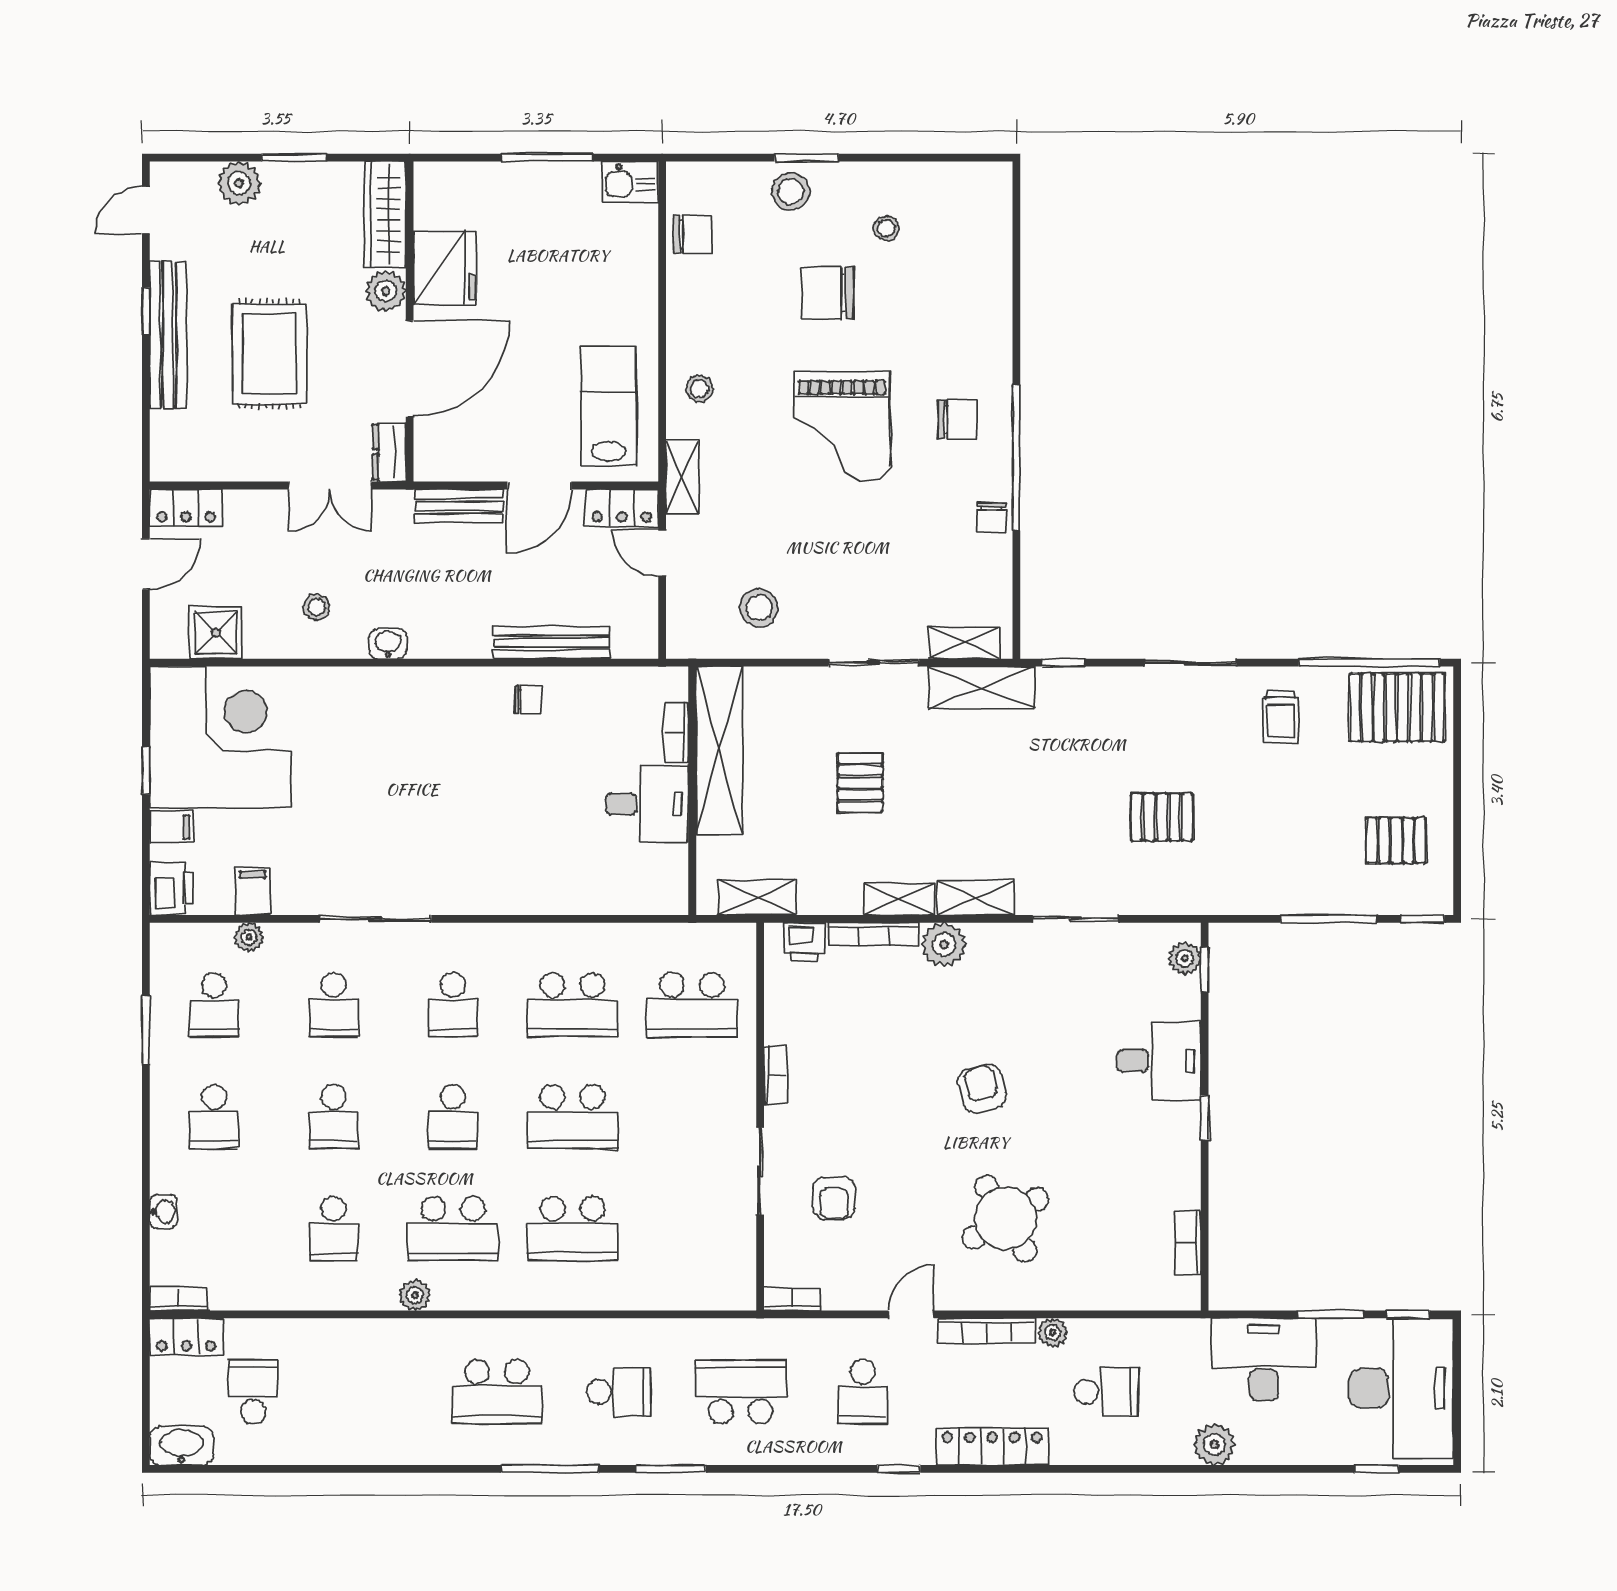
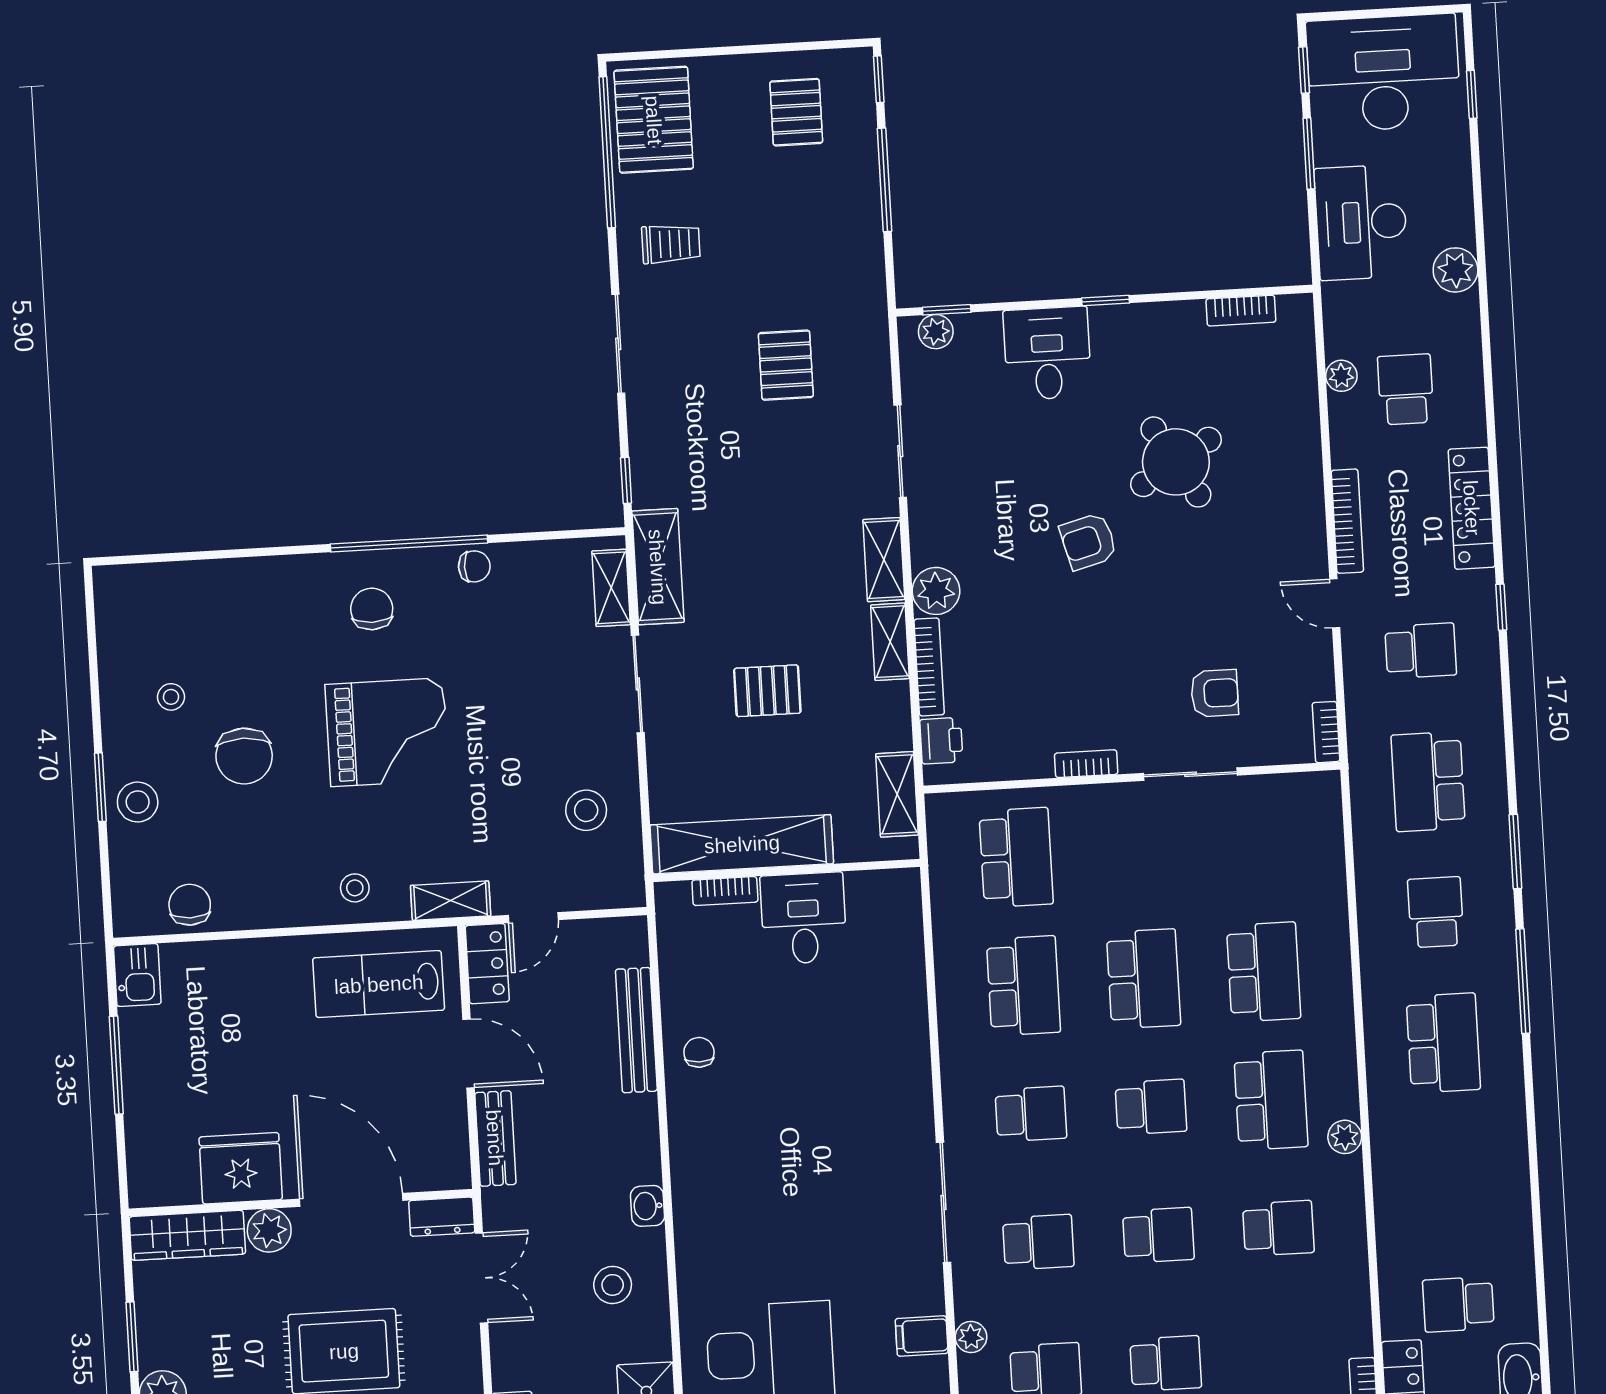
stool: (316, 607) -> (613, 1285), width x1.37, depth x1.37
round table: (1006, 1218) -> (1176, 462), moved
plant: (1053, 1333) -> (1341, 376), moved

